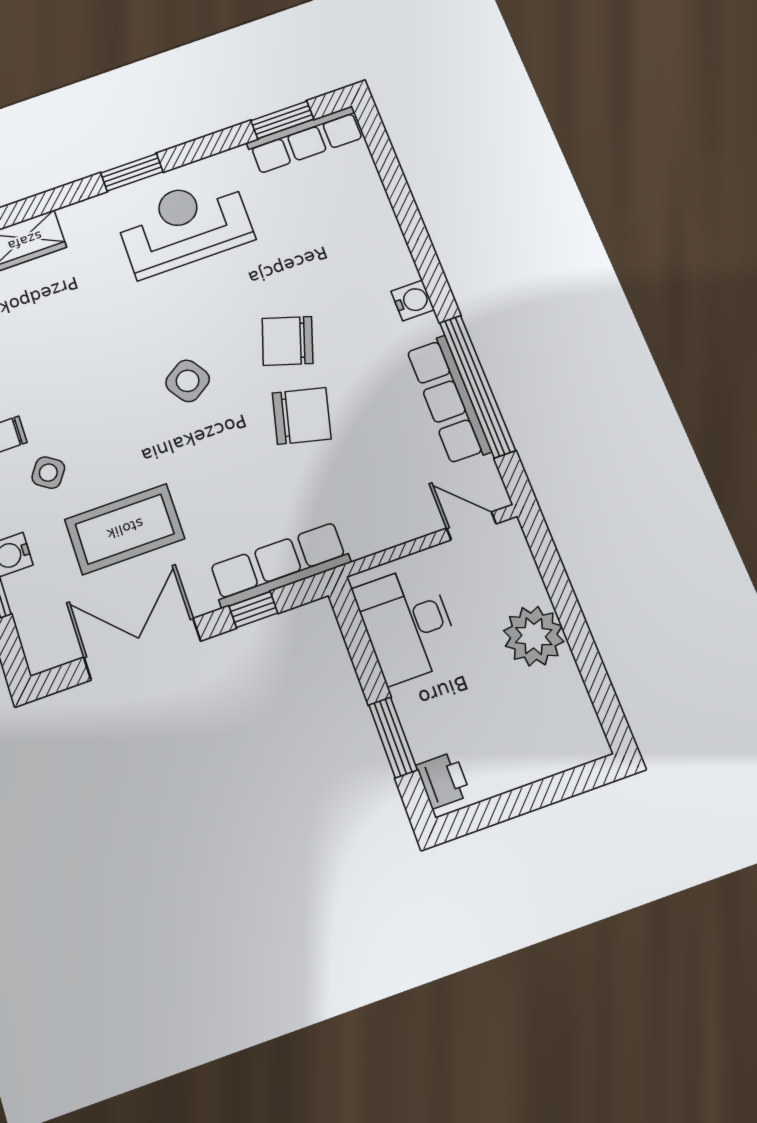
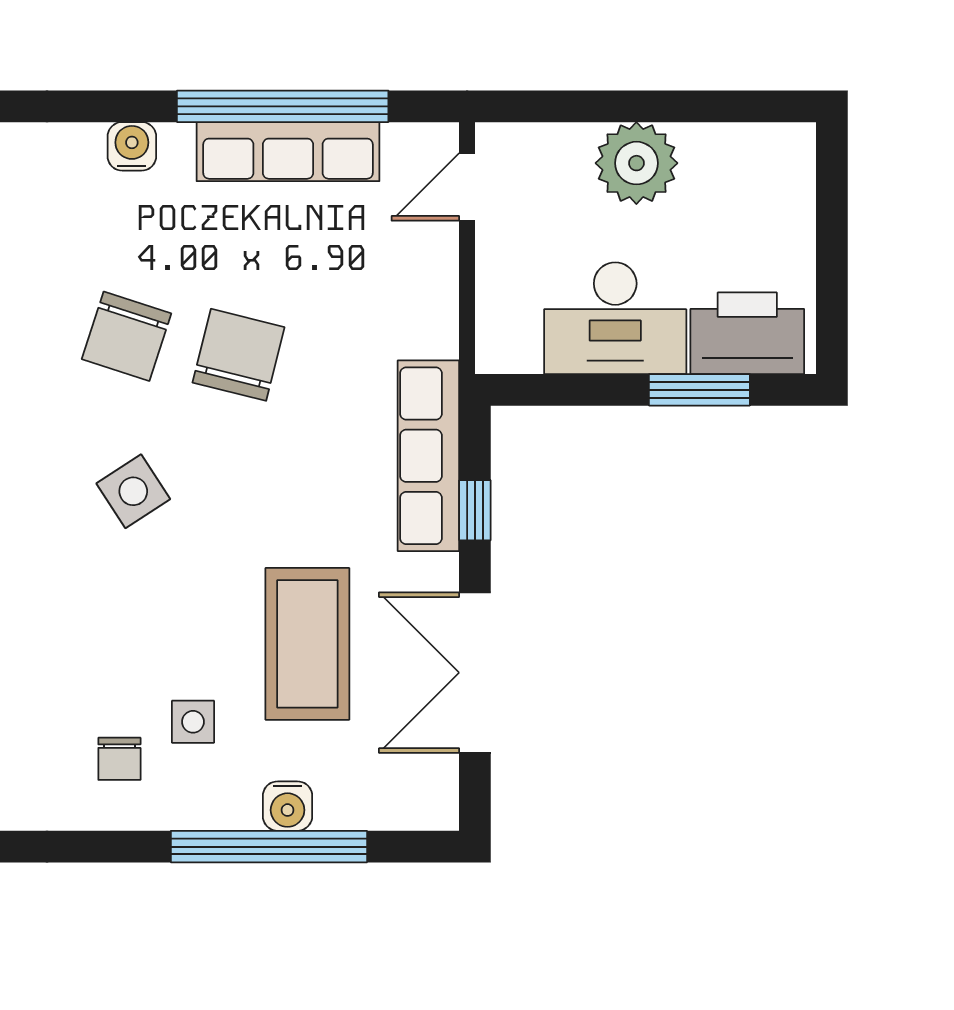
side table: (48, 473) -> (193, 722), turned -35
desk: (407, 624) -> (615, 318), moved
printer: (443, 780) -> (747, 333), width x1.87, depth x1.48

